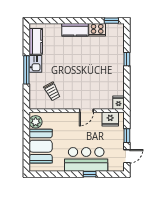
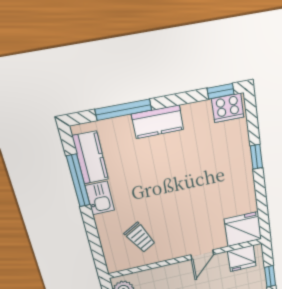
window: (58, 21) -> (123, 110), added
cooker: (97, 30) -> (228, 108), moved
window: (26, 70) -> (78, 181), moved
fridge: (118, 103) -> (243, 229), width x1.88, depth x1.34

